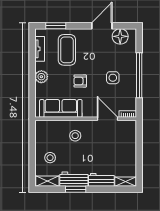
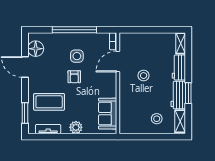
armchair: (80, 81) -> (74, 77), moved
sofa: (61, 108) -> (108, 114), width x0.73
stool: (75, 136) -> (144, 76), moved

